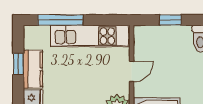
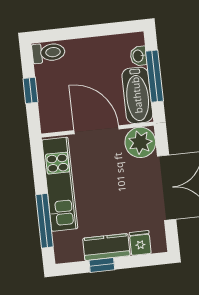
door: (132, 72) -> (96, 130), width x1.87

